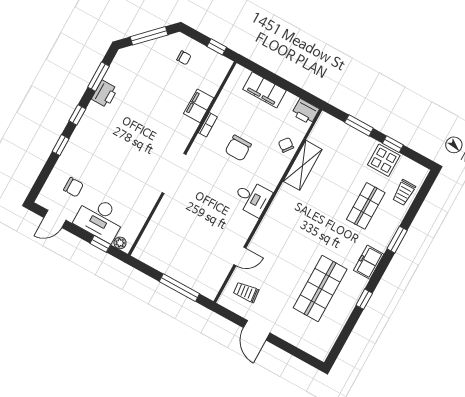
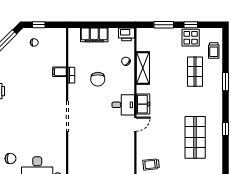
window: (217, 47) -> (39, 25), moved
filing cabinet: (199, 106) -> (59, 72), width x0.50
door: (240, 256) -> (135, 124), moved
freezer: (369, 262) -> (143, 104), moved, turned 180

